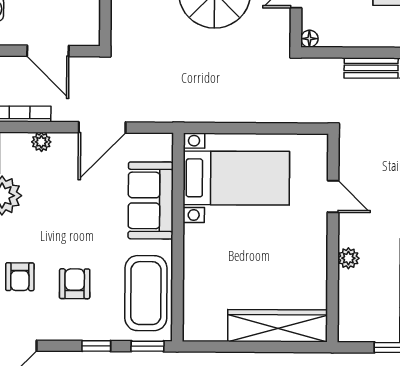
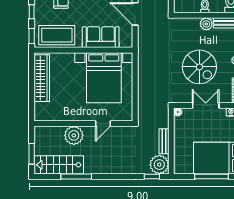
bed with nightstands: (236, 178) -> (104, 78), width x1.36
plant: (348, 258) -> (74, 135), width x1.87, depth x1.87
wardrobe: (278, 326) -> (42, 78), moved

